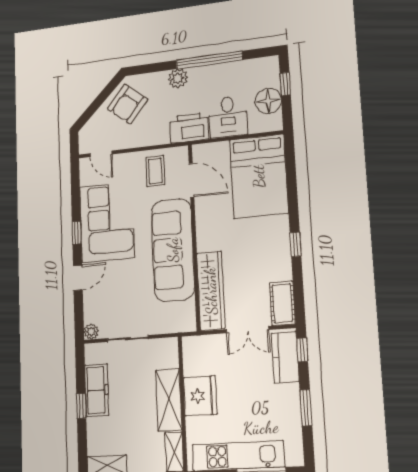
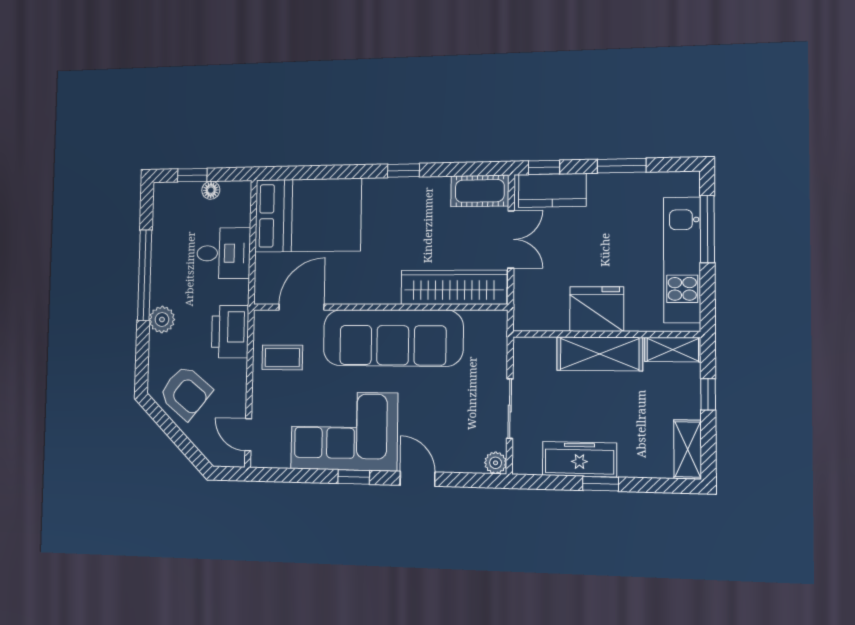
floor lamp: (268, 101) -> (211, 190), width x0.53, depth x0.53
printer: (189, 128) -> (230, 332), moved
door: (101, 154) -> (248, 435), swing flipped

